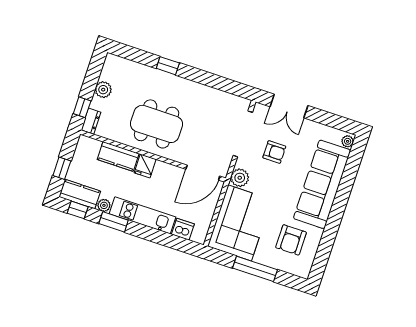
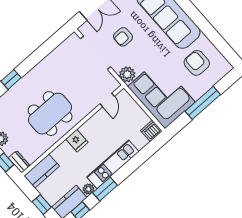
armchair: (274, 152) -> (123, 37), turned 180
kitchen counter: (118, 157) -> (42, 171), moved
door: (203, 173) -> (107, 100), width x0.53
dishwasher: (183, 229) -> (151, 131), moved
armchair: (291, 240) -> (197, 63), turned 180

